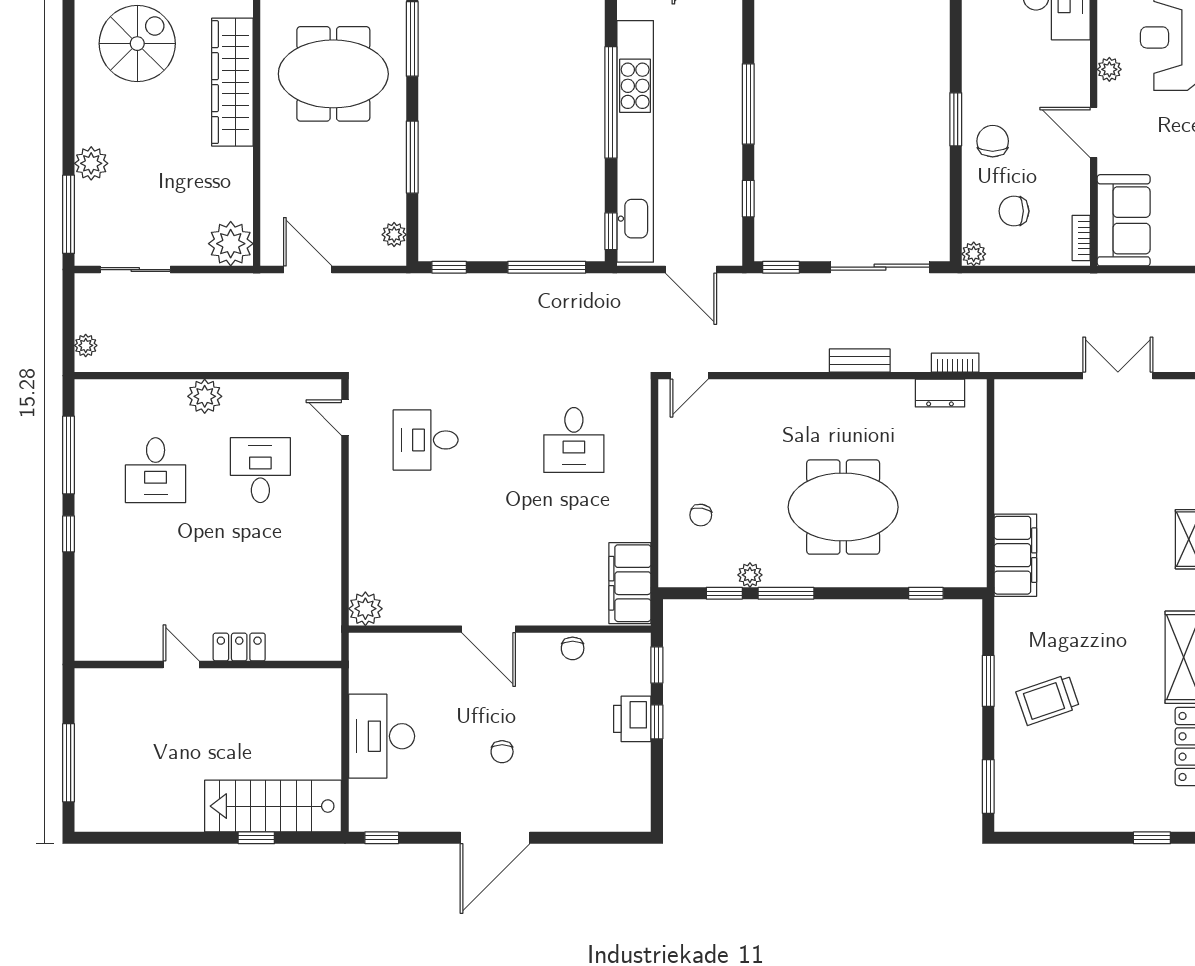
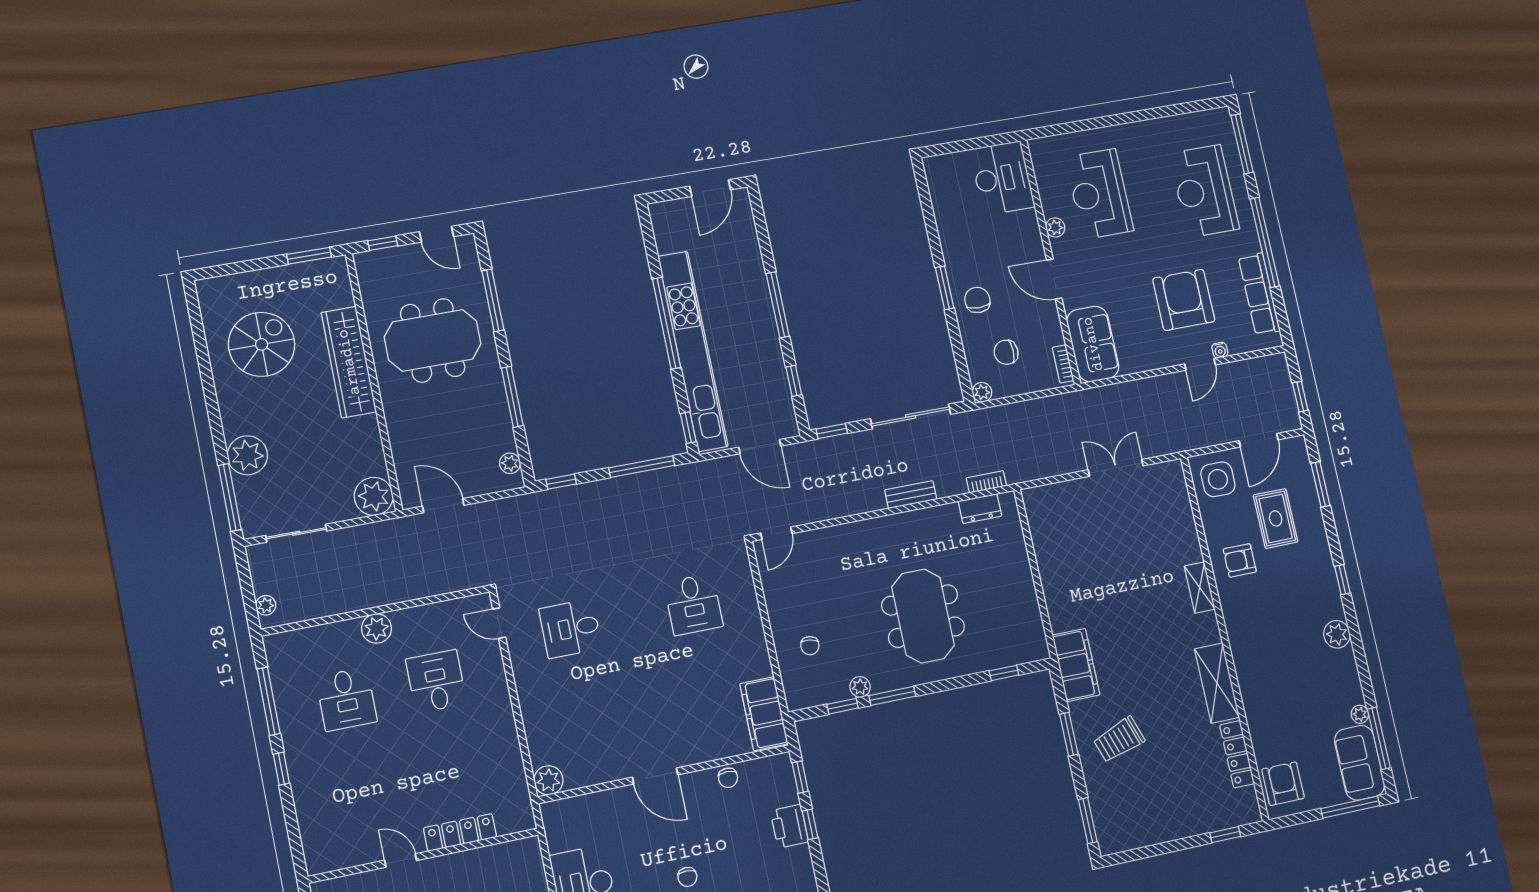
plant: (91, 163) -> (247, 455), width x1.36, depth x1.36
meeting table: (843, 507) -> (923, 616), turned 90
filing cabinet: (1015, 555) -> (1076, 665), moved
locker: (239, 647) -> (460, 833), width x1.53

